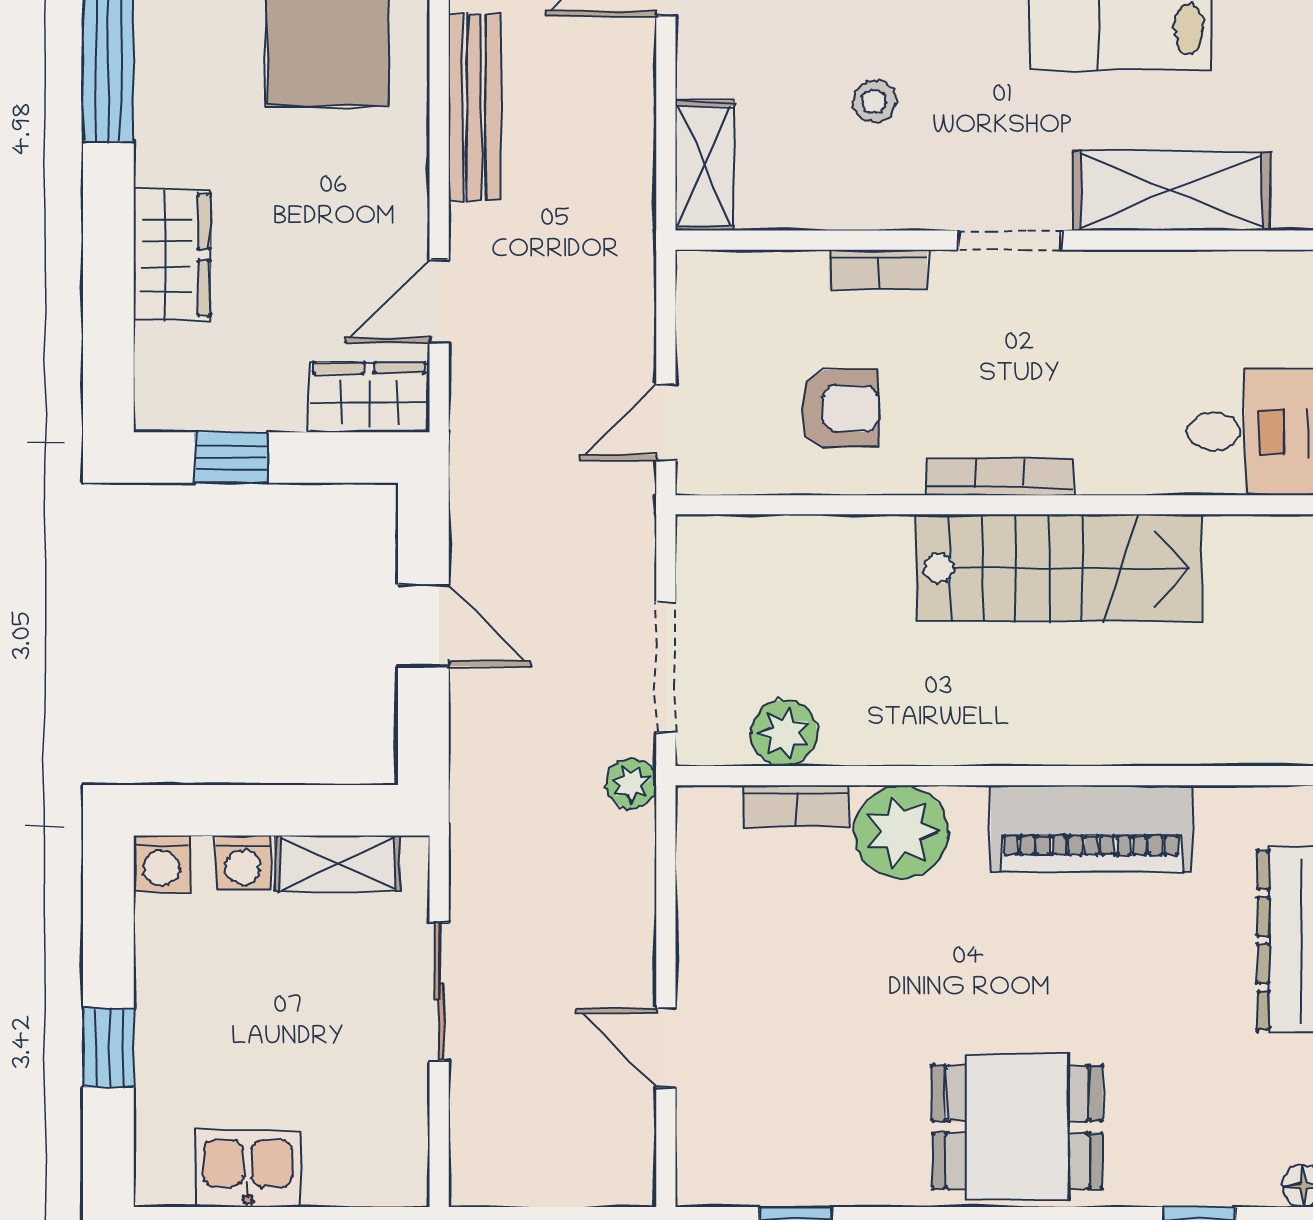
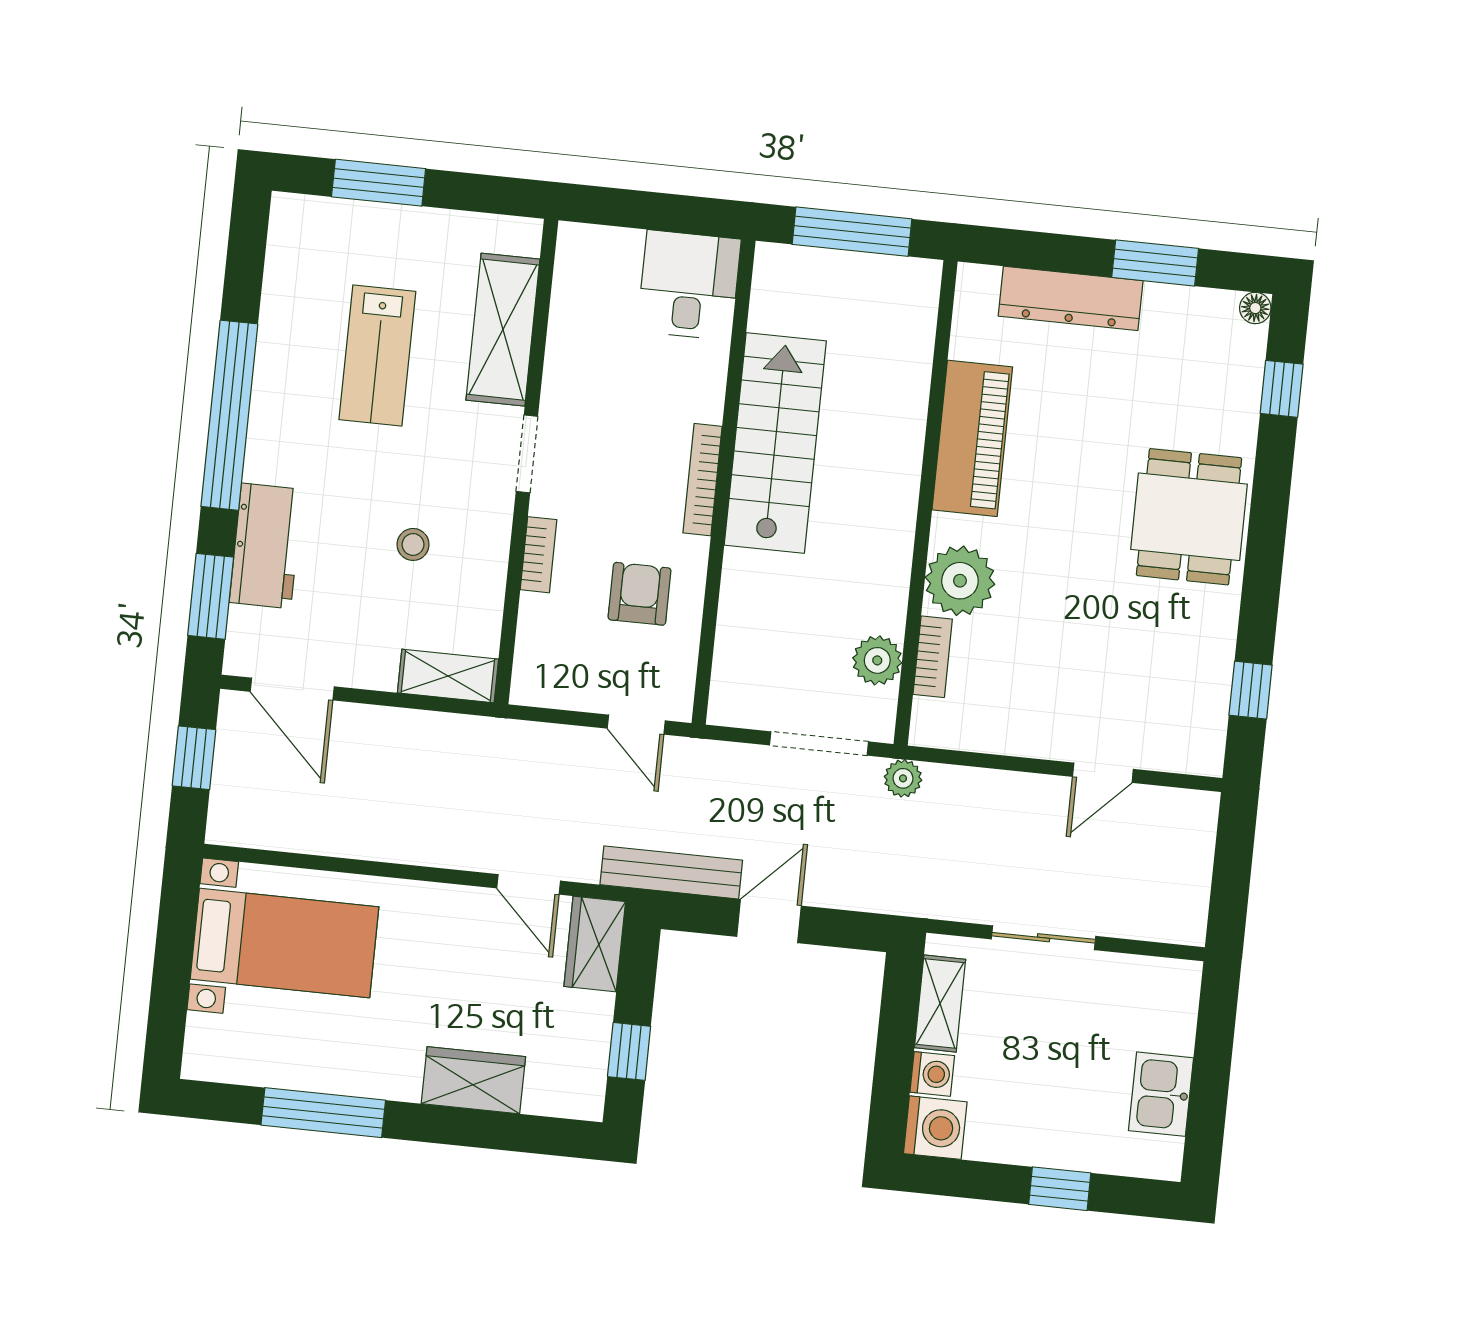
bench: (475, 107) -> (671, 872), moved
washing machine: (162, 863) -> (935, 1128), width x1.38, depth x1.38

